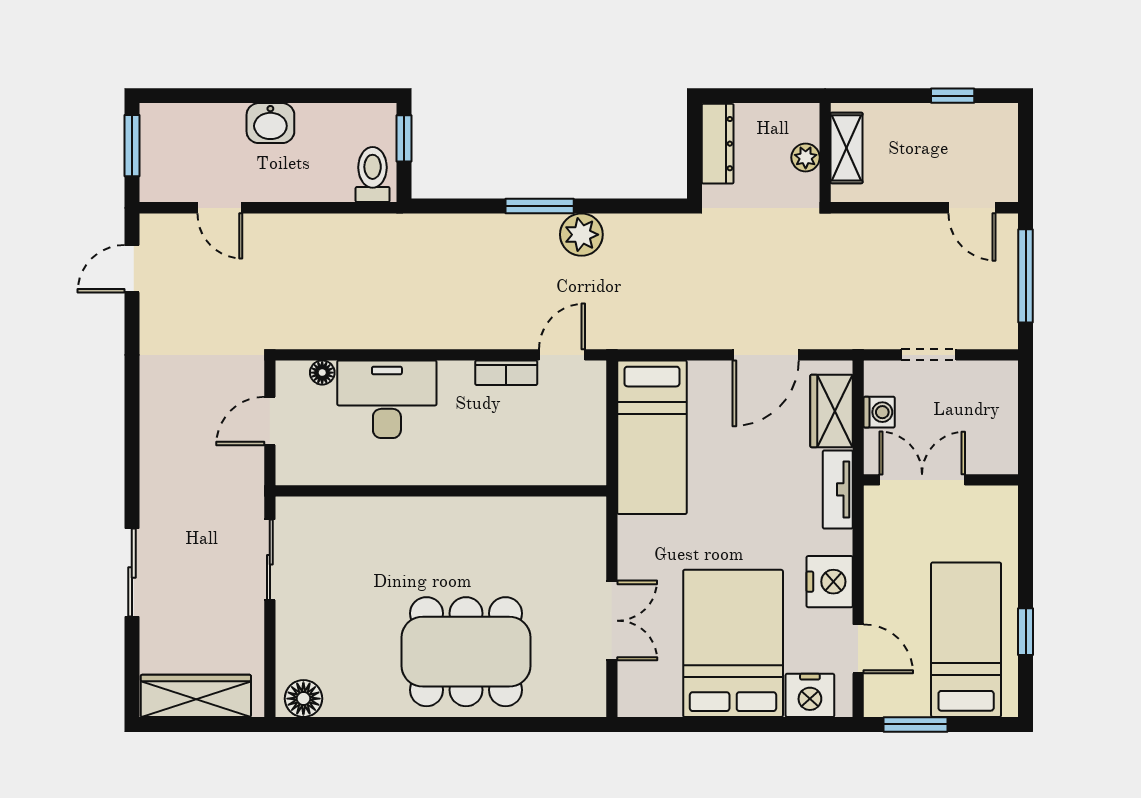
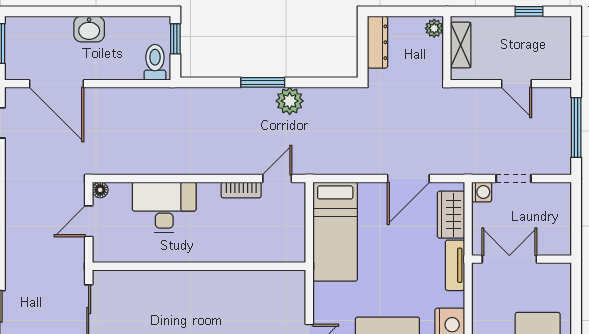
plant: (806, 157) -> (434, 28), moved
door: (220, 208) -> (56, 84), width x1.88
door: (972, 208) -> (516, 84), moved
floor lamp: (322, 373) -> (100, 190), moved
washing machine: (879, 412) -> (482, 192), moved

